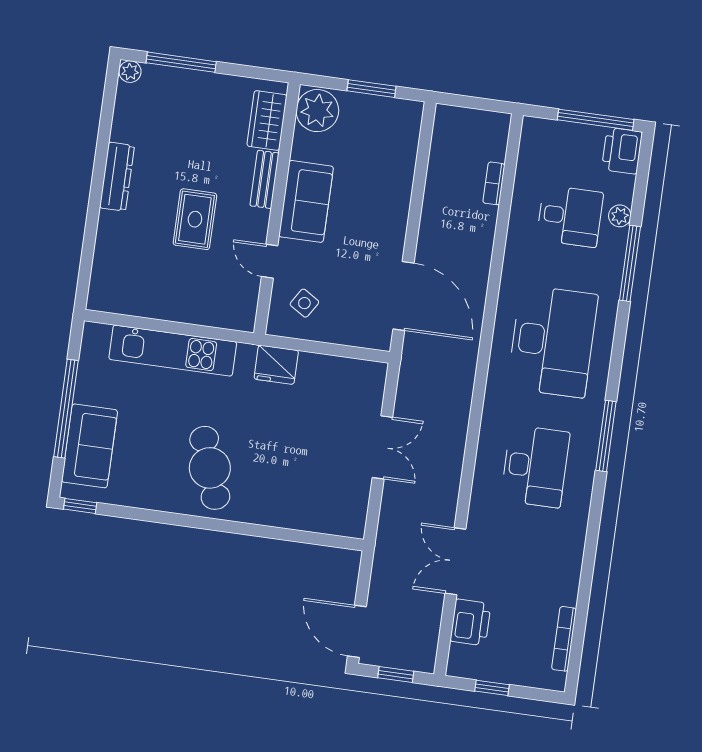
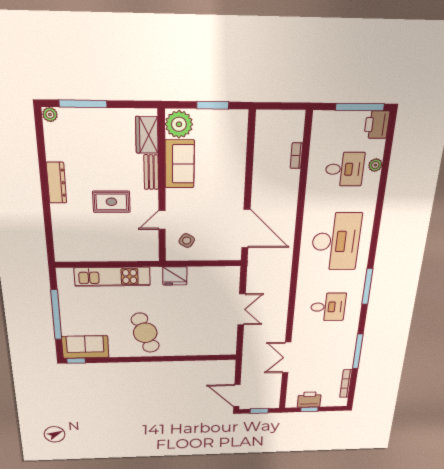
sofa: (306, 201) -> (180, 164), moved
rug: (195, 219) -> (111, 202), turned 90
door: (270, 261) -> (162, 220), hinge flipped
window: (630, 263) -> (358, 351), moved
sofa: (90, 446) -> (85, 347), moved, turned -90
desk: (535, 466) -> (328, 307), width x0.73
printer: (470, 622) -> (309, 400), moved, turned -90

